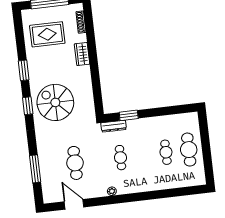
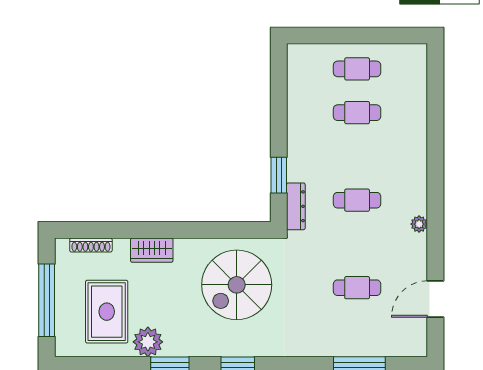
plant: (34, 58) -> (148, 342), added
spiral stairs: (55, 102) -> (237, 285), moved
cafe table: (189, 150) -> (357, 69), width x0.73, depth x0.74
cafe table: (75, 163) -> (357, 288), width x0.73, depth x0.74

